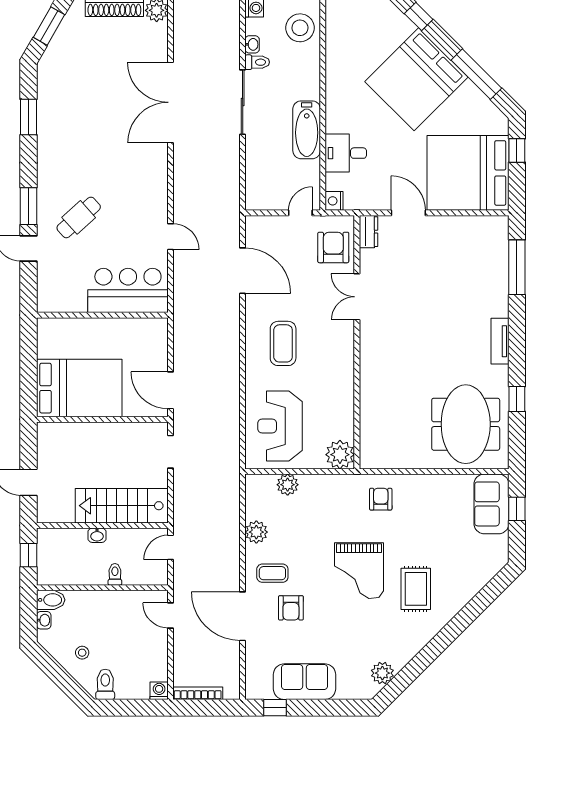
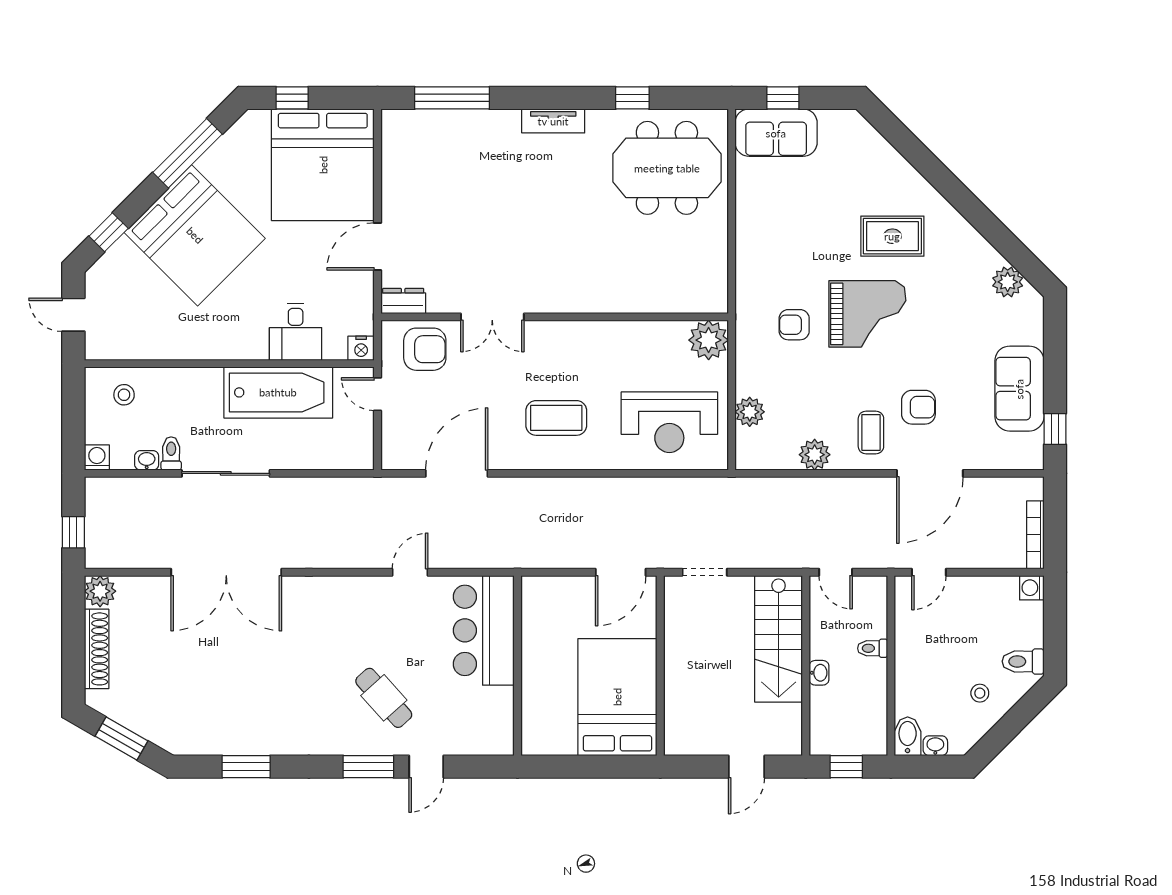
stool: (300, 28) -> (124, 395), width x0.53, depth x0.53
bathtub: (307, 130) -> (278, 392), width x1.36, depth x1.36
armchair: (333, 247) -> (425, 349), turned 180
armchair: (381, 499) -> (794, 325), moved

